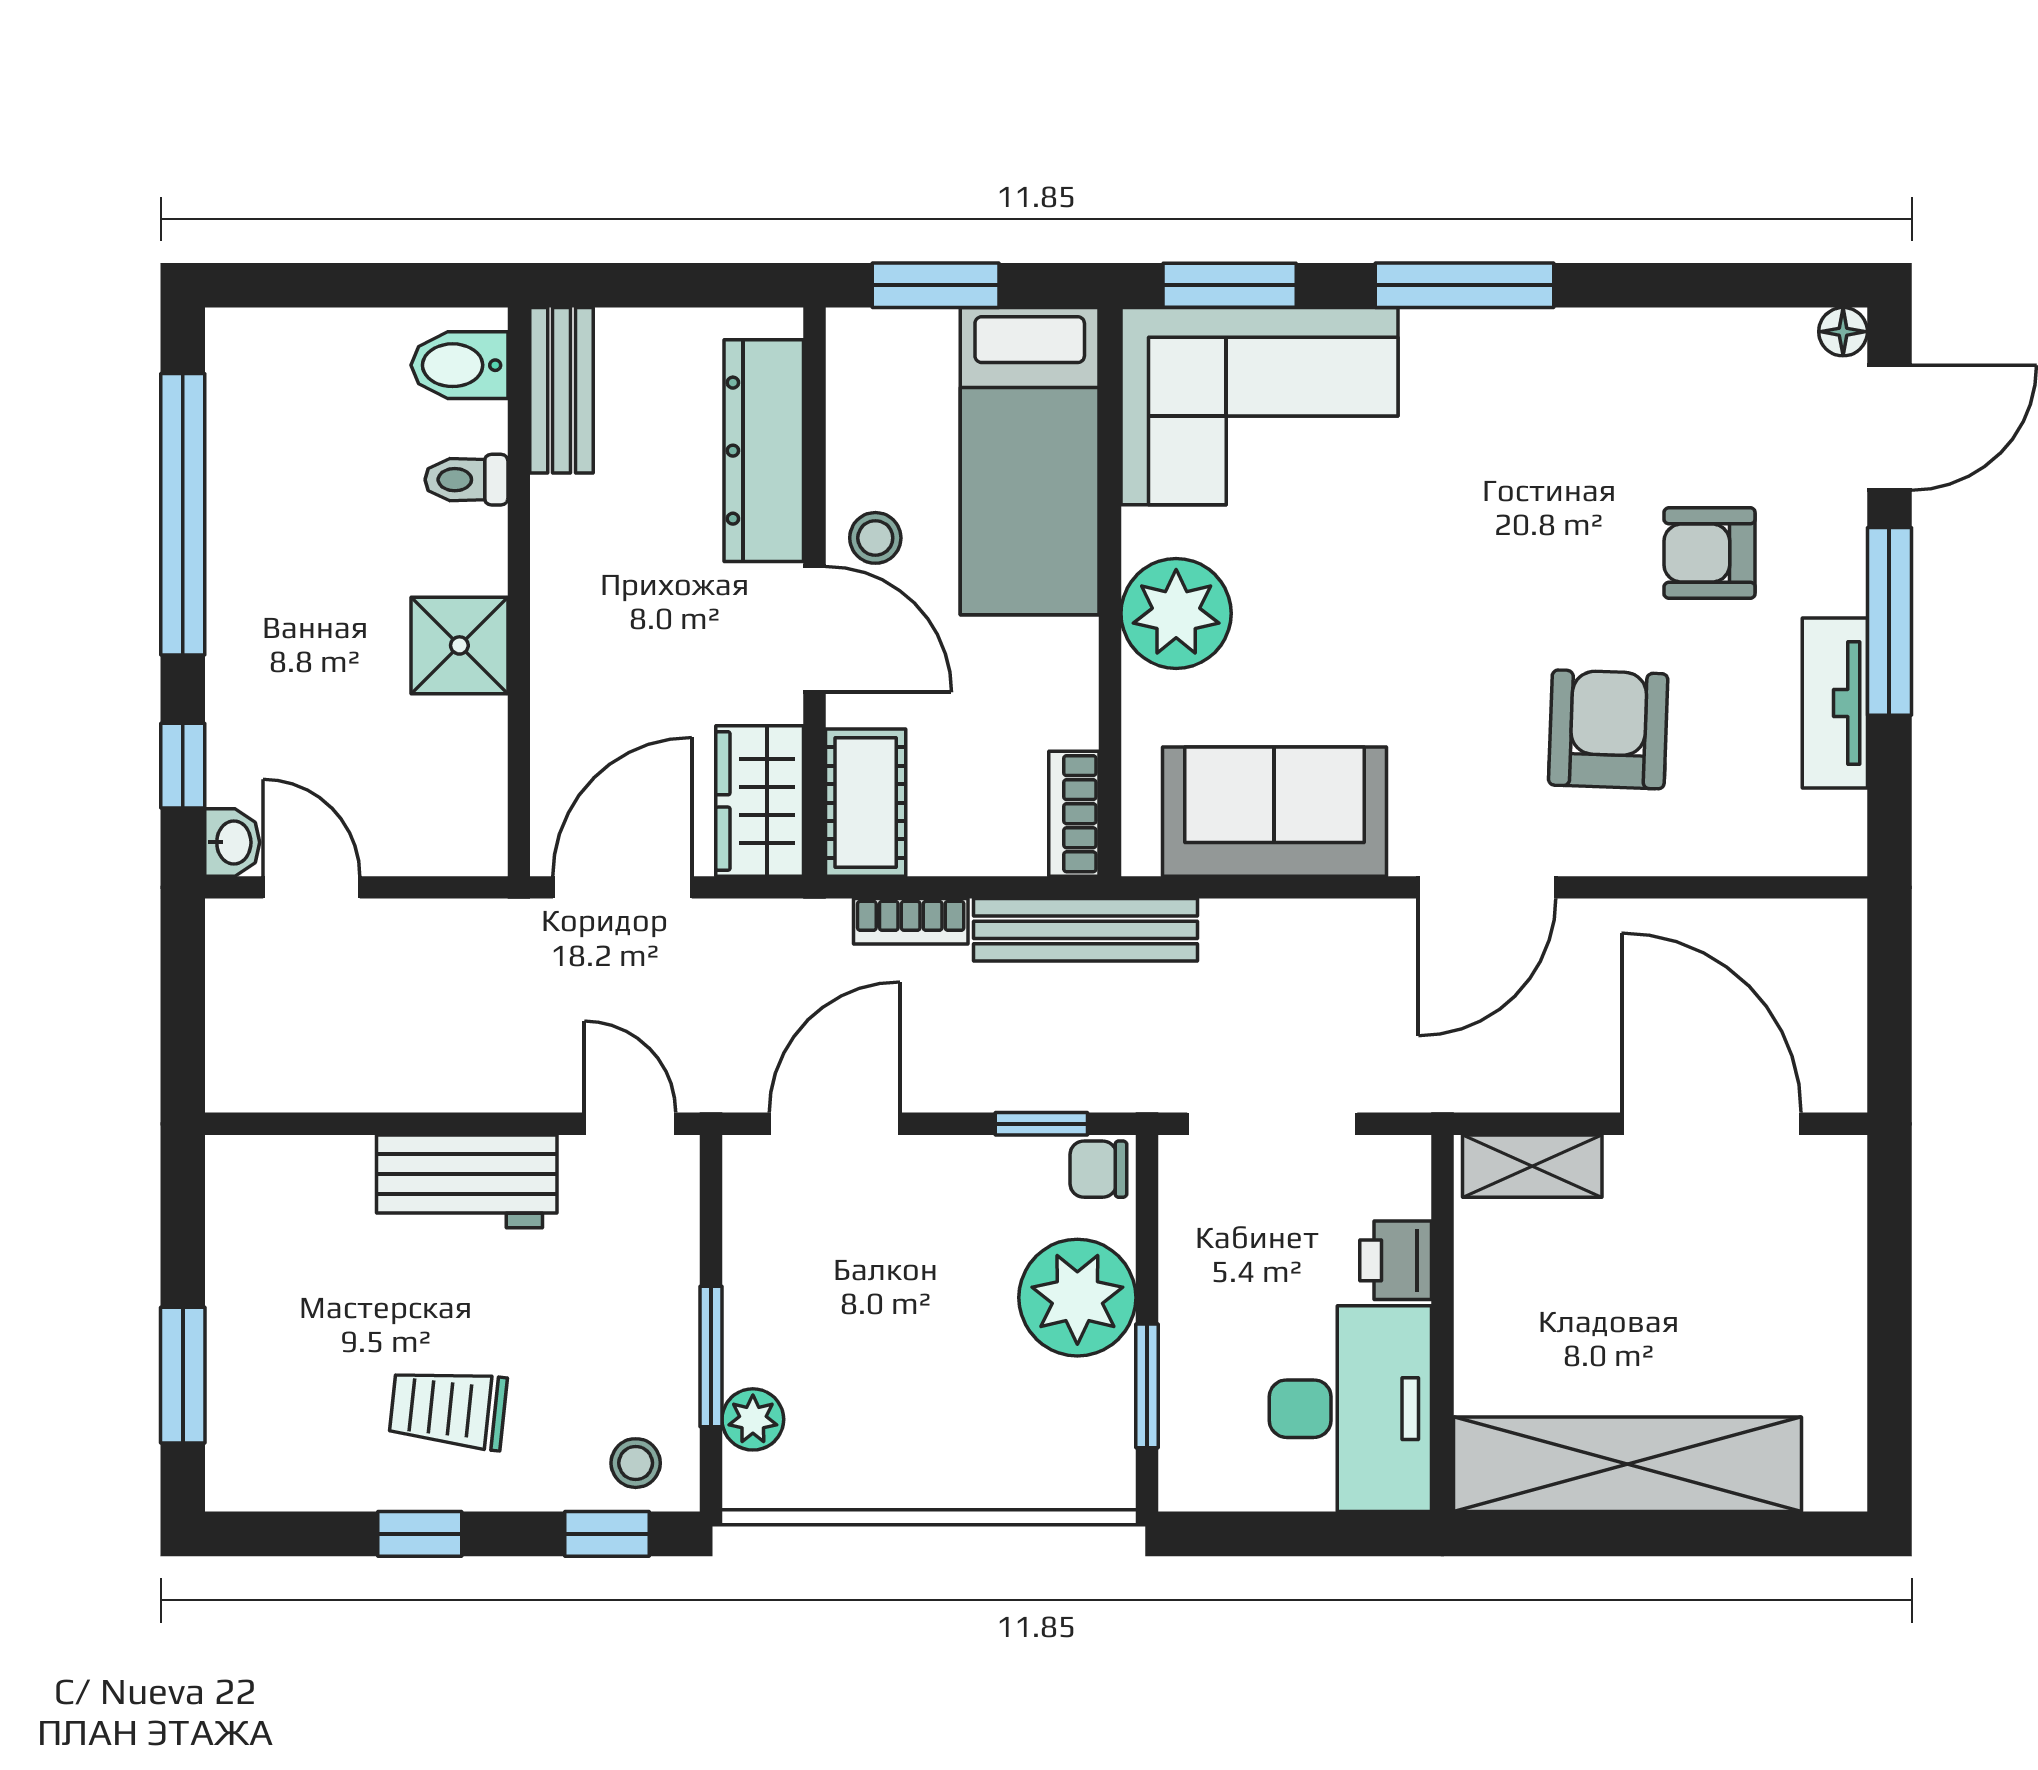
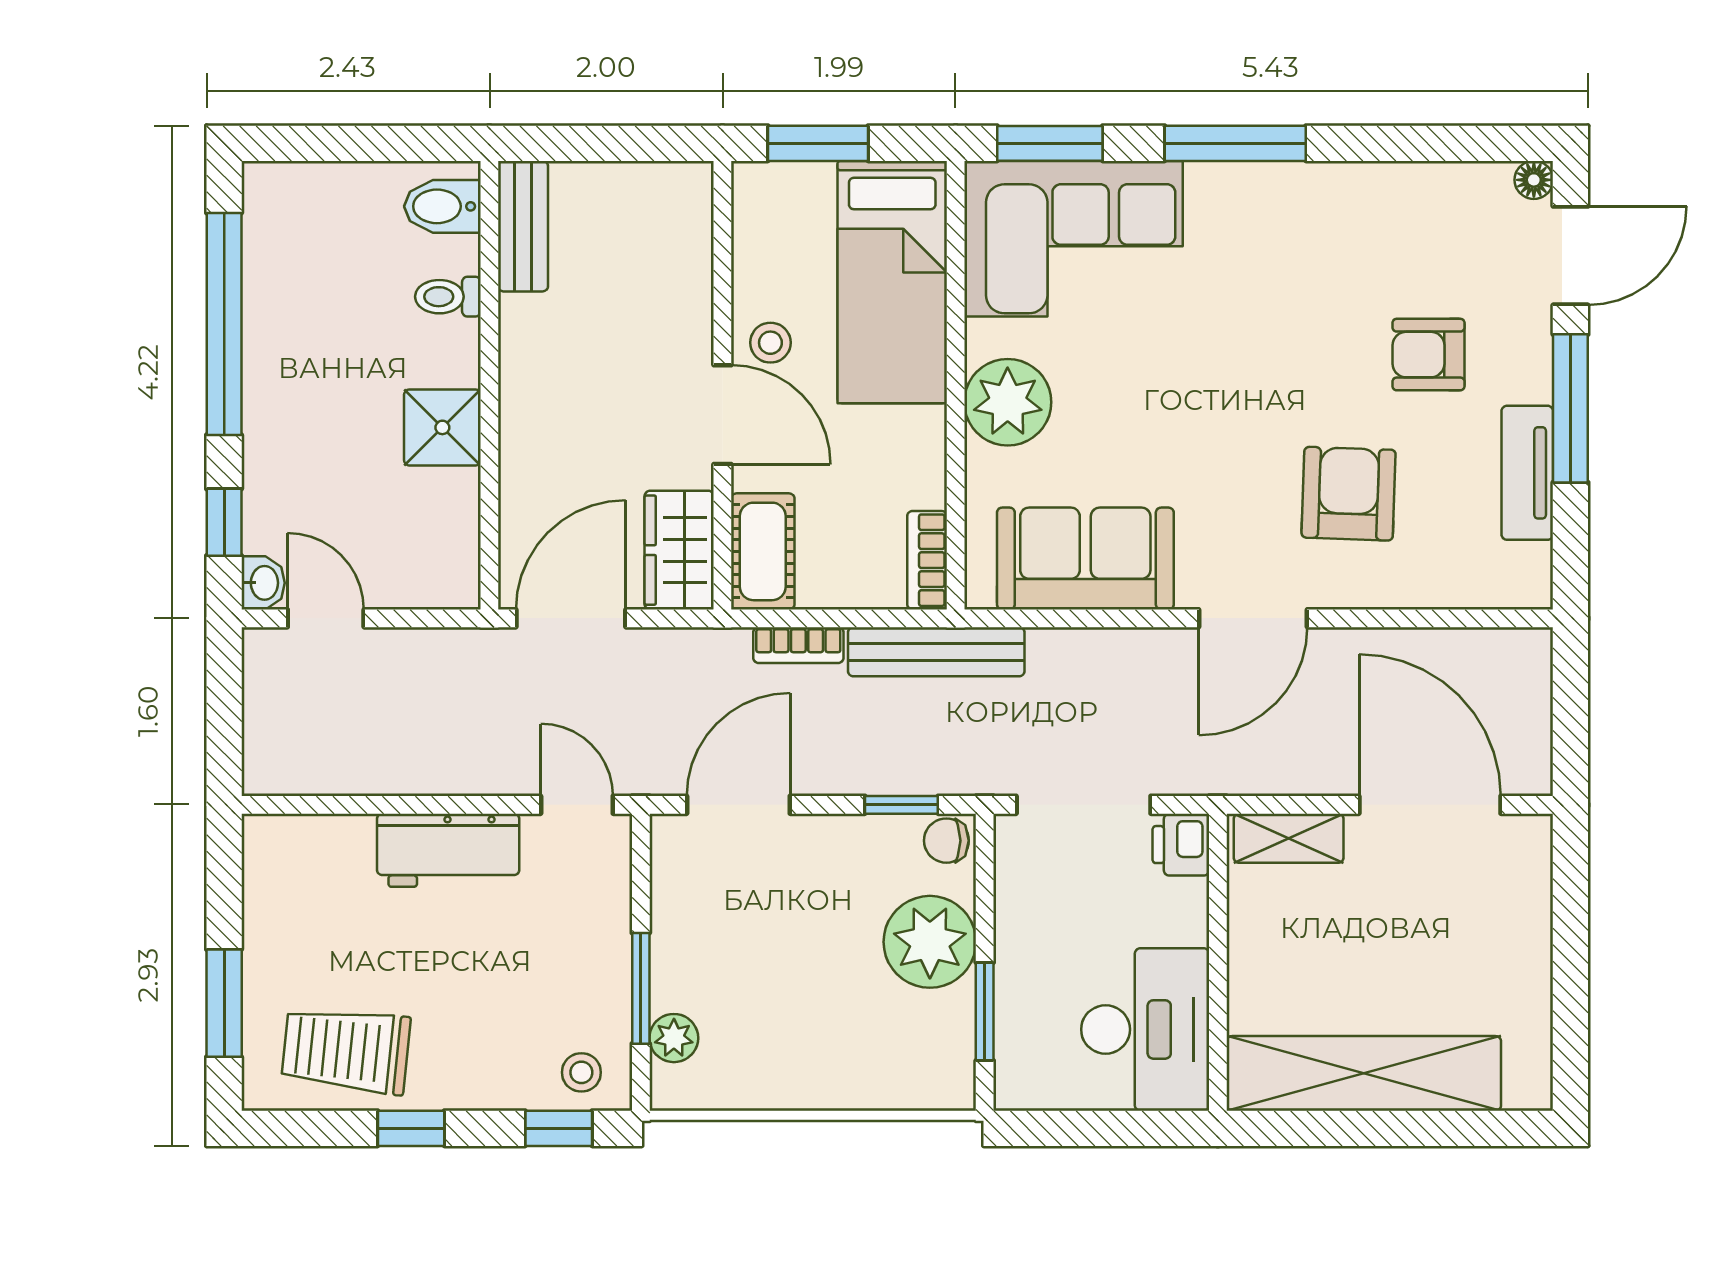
dresser: (764, 451) -> (682, 274), removed
printer: (1396, 1260) -> (1181, 845), moved
trolley: (448, 1409) -> (346, 1050), moved, width x1.36, depth x1.39

